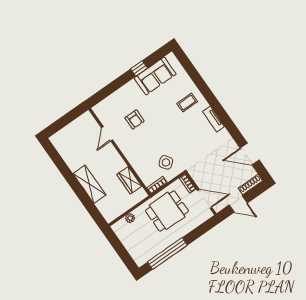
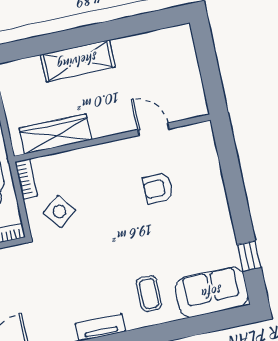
window: (139, 68) -> (249, 256), moved
sofa: (155, 76) -> (212, 292), moved, turned 90
wardrobe: (129, 180) -> (55, 134), width x1.50

